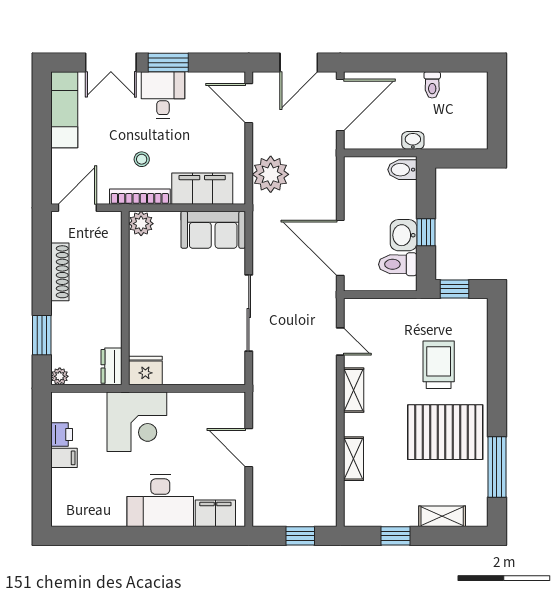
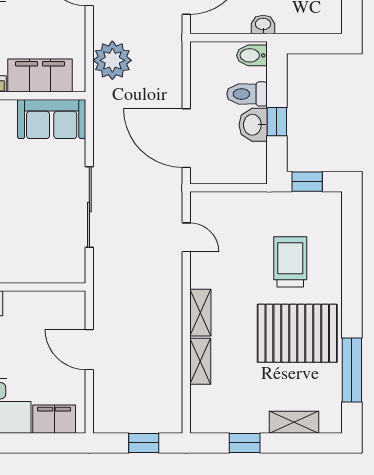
toilet: (398, 264) -> (247, 94), moved
shelving: (354, 390) -> (200, 313), moved

